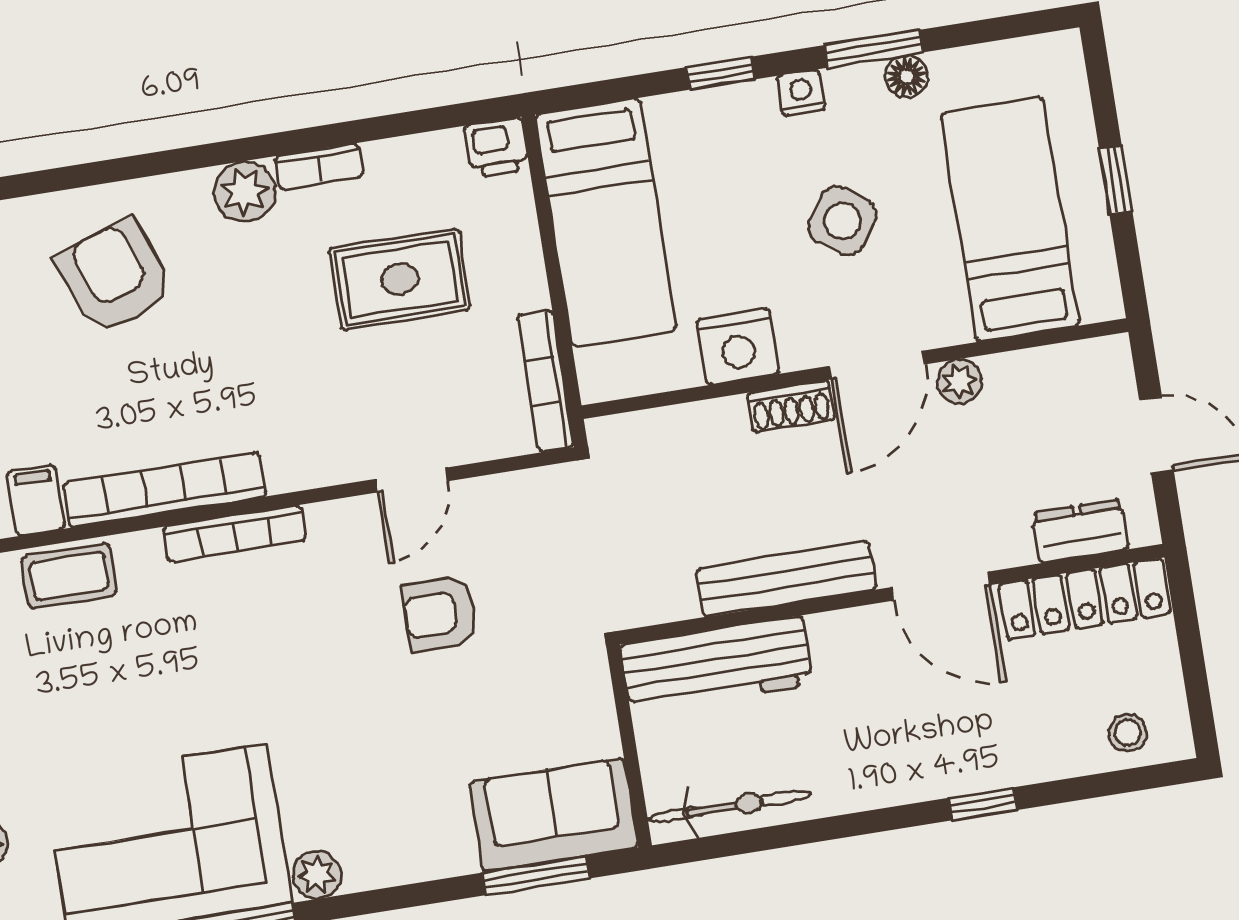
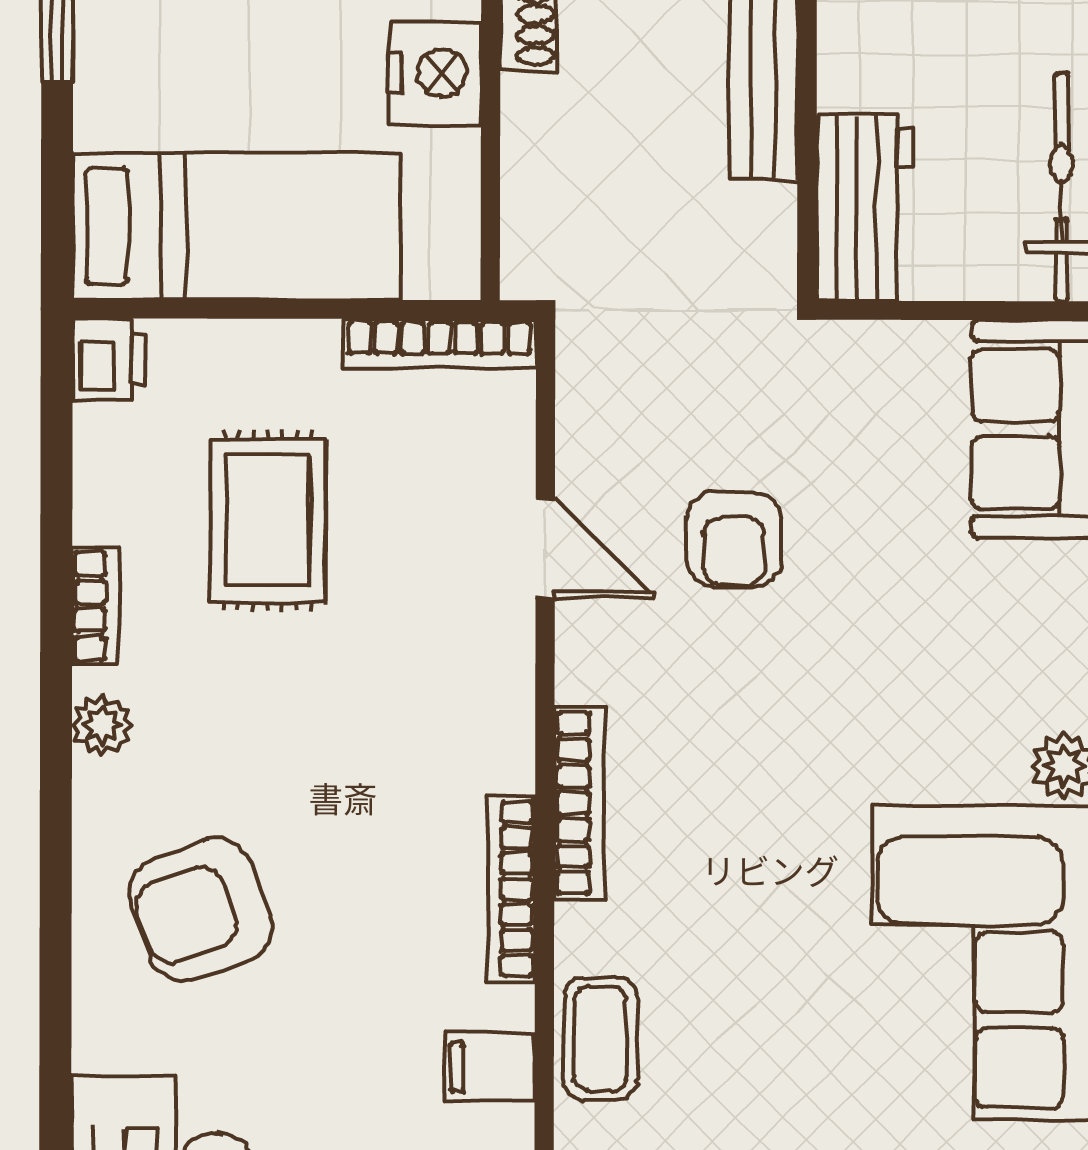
plant: (245, 192) -> (102, 725), width x0.73, depth x0.73
bookcase: (165, 490) -> (511, 889), width x0.68, depth x0.76
workbench: (717, 664) -> (865, 208), width x0.73

